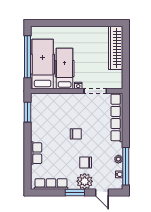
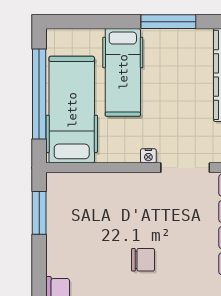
window: (88, 23) -> (168, 22), added
hospital bed: (65, 68) -> (123, 72), moved, turned 180

